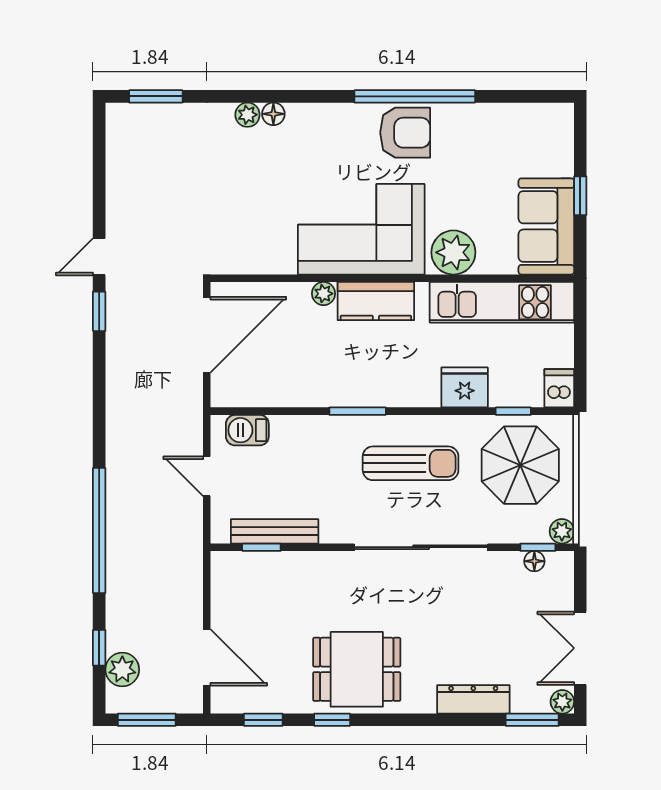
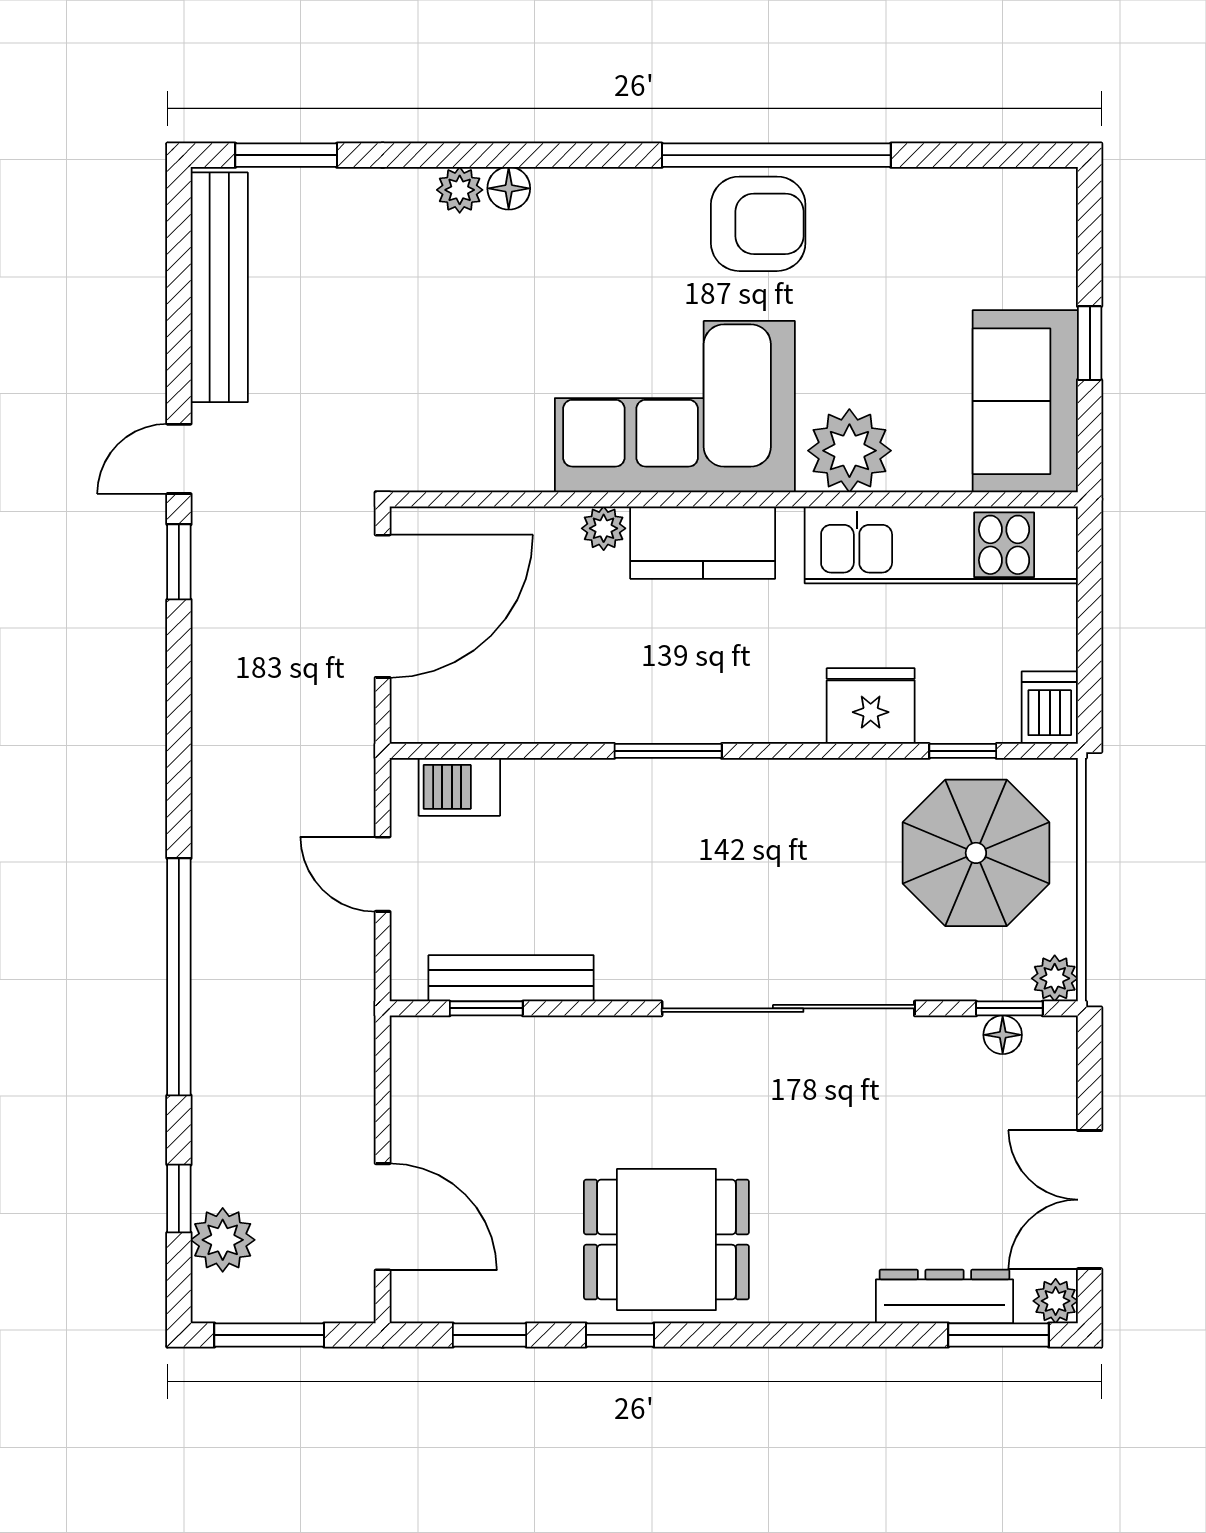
bench: (120, 166) -> (219, 287), added
sun lounger: (411, 463) -> (768, 850), removed
dresser: (473, 699) -> (944, 1296), moved

